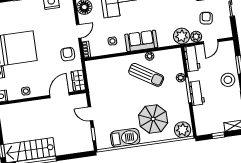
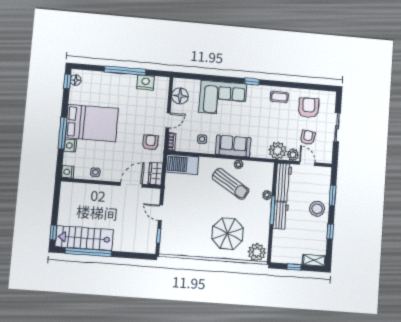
door: (211, 42) -> (307, 164), swing flipped
workbench: (192, 59) -> (283, 182), width x1.38
barbecue: (125, 138) -> (182, 164), moved, turned 180

